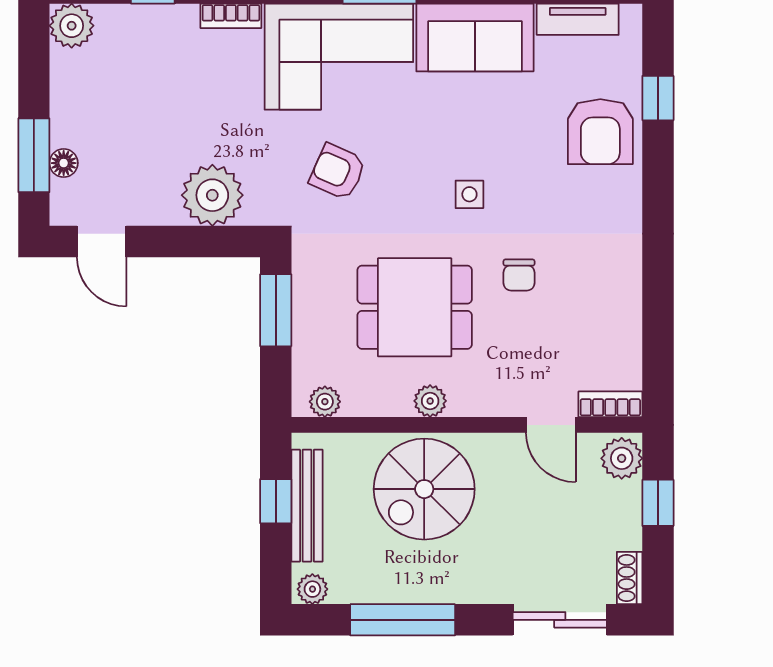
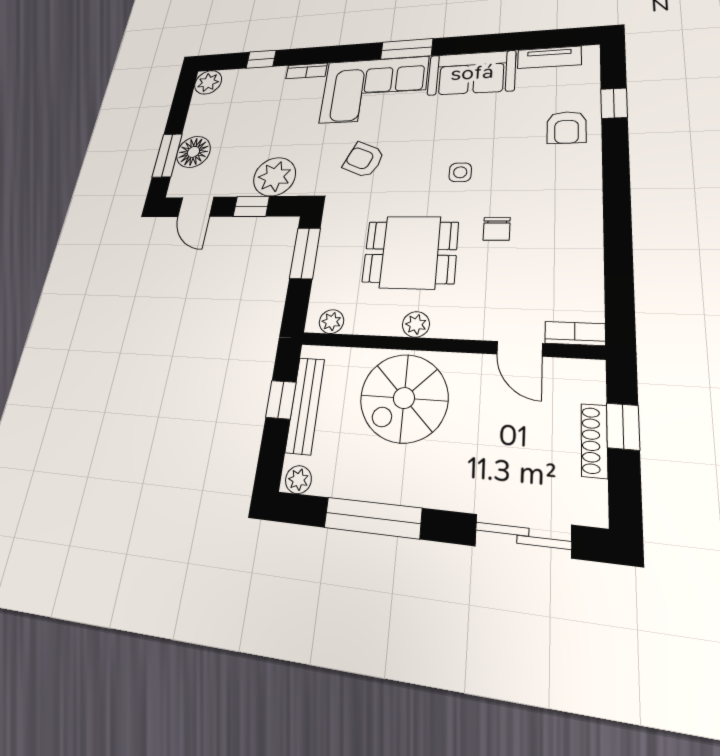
armchair: (600, 132) -> (567, 127), width x0.72, depth x0.72
floor lamp: (64, 163) -> (193, 152), width x1.89, depth x1.89
window: (186, 242) -> (251, 206), added
plant: (622, 458) -> (586, 382), removed
shoe rack: (630, 578) -> (594, 441), moved, width x1.43

